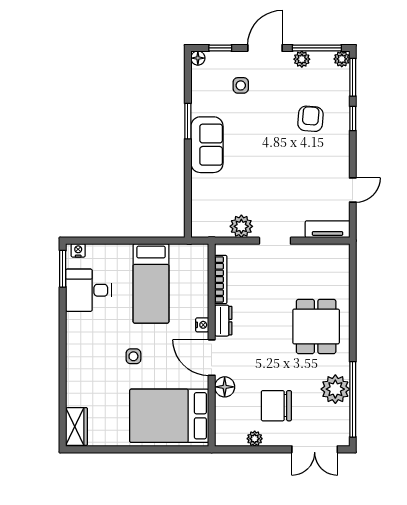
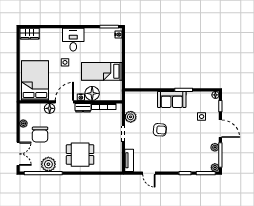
armchair: (310, 119) -> (160, 130), moved
desk: (88, 290) -> (73, 40), moved
floor lamp: (195, 302) -> (92, 93), added
chair: (276, 406) -> (40, 135), turned 180
double door: (315, 449) -> (18, 154), swing flipped

